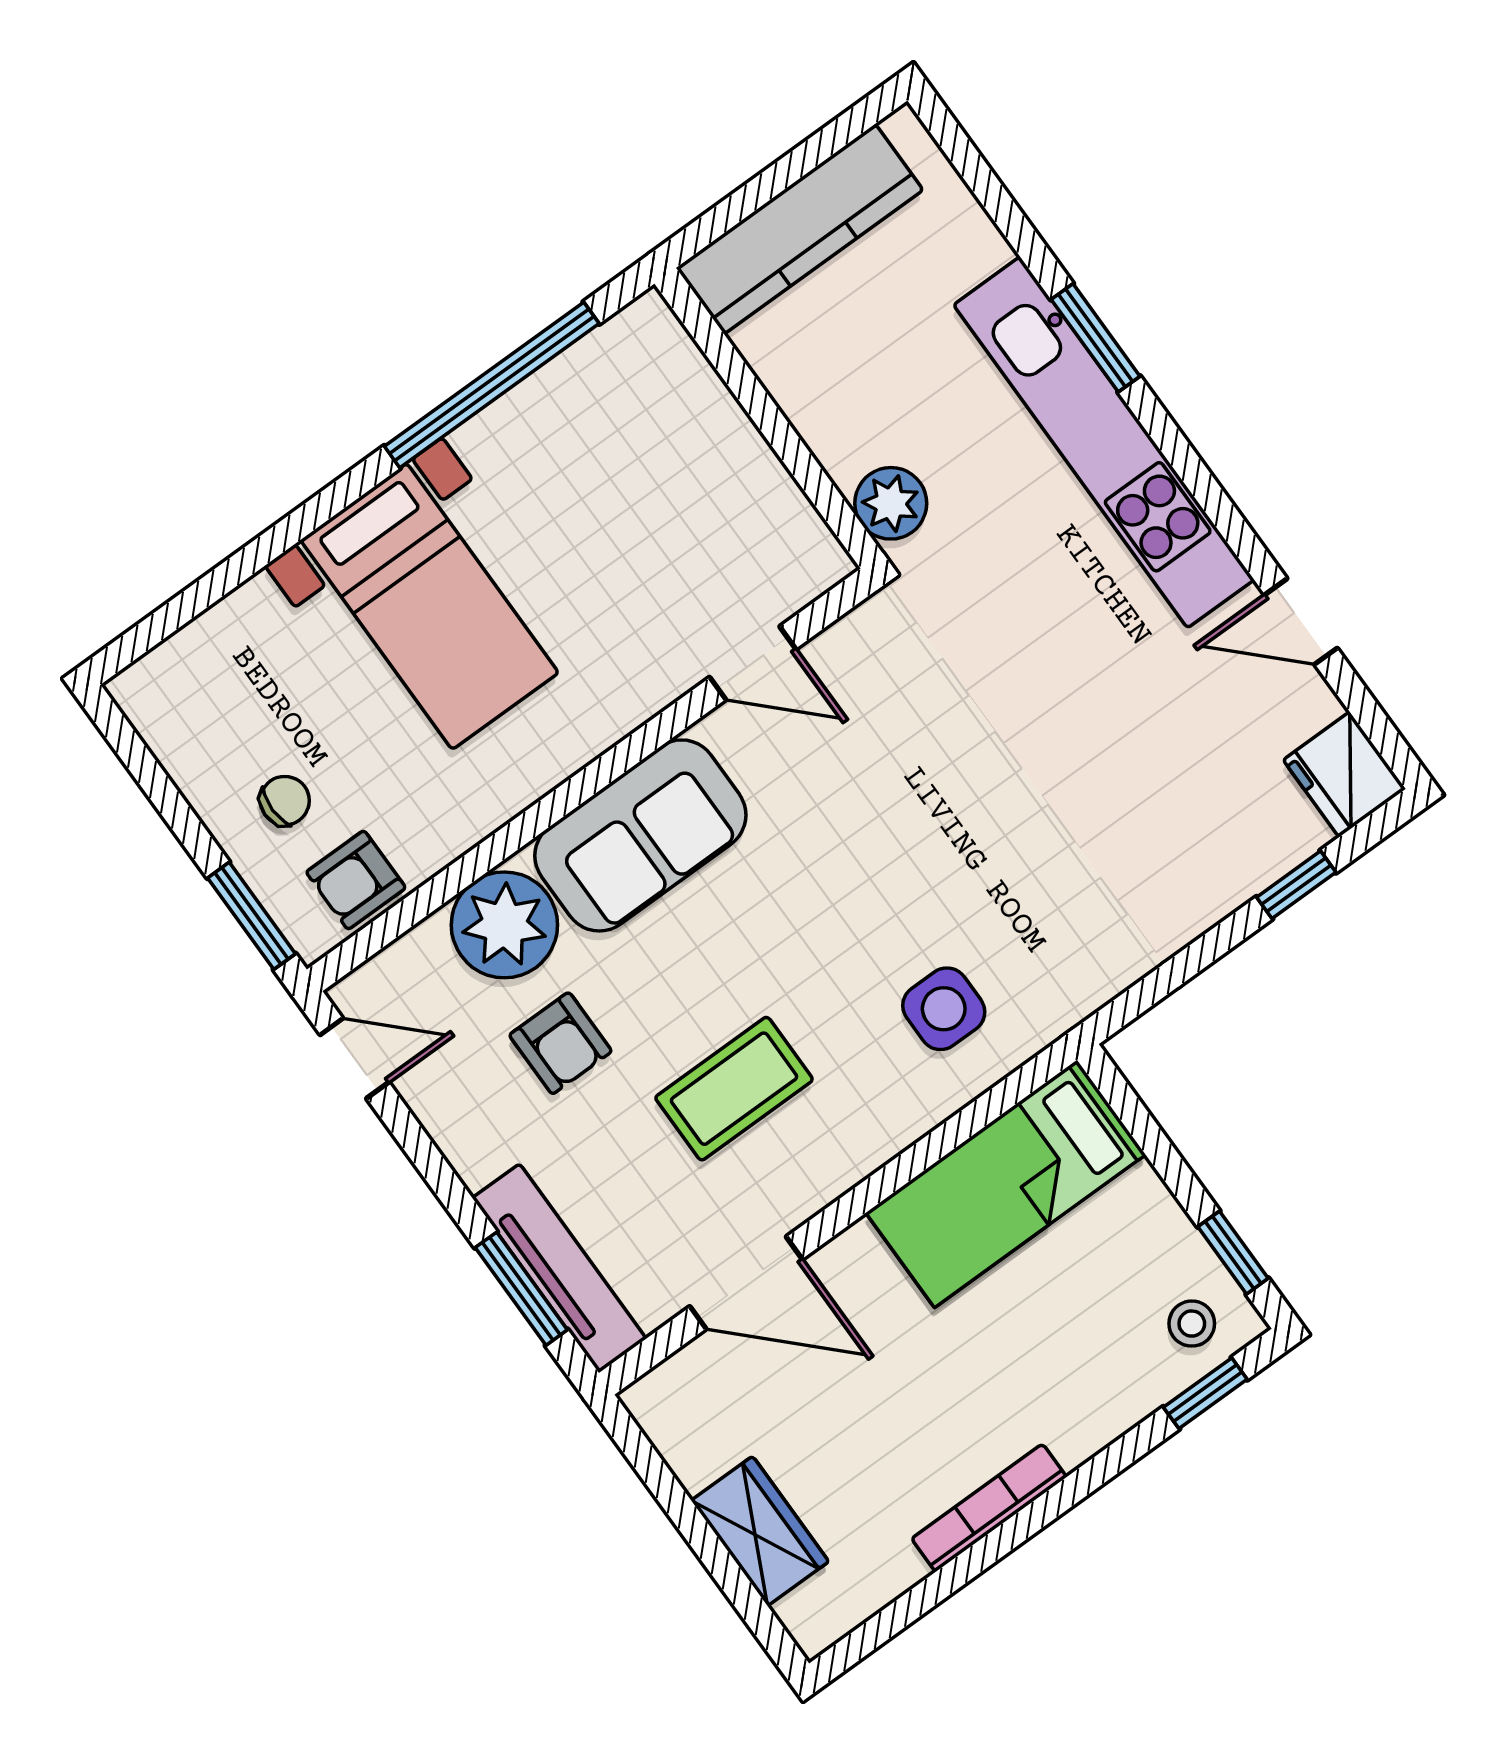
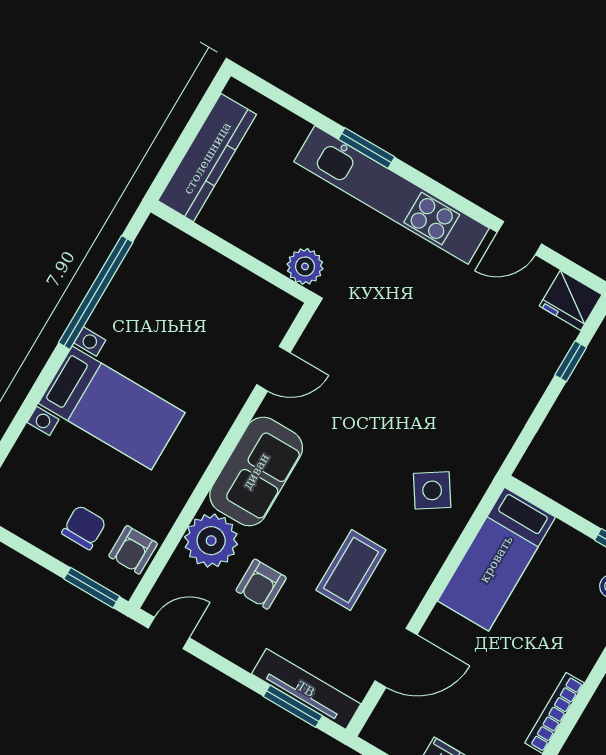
chair: (285, 801) -> (84, 527), width x1.37, depth x1.37
side table: (944, 1009) -> (432, 490), turned -33
armchair: (560, 1043) -> (261, 584), turned 90

